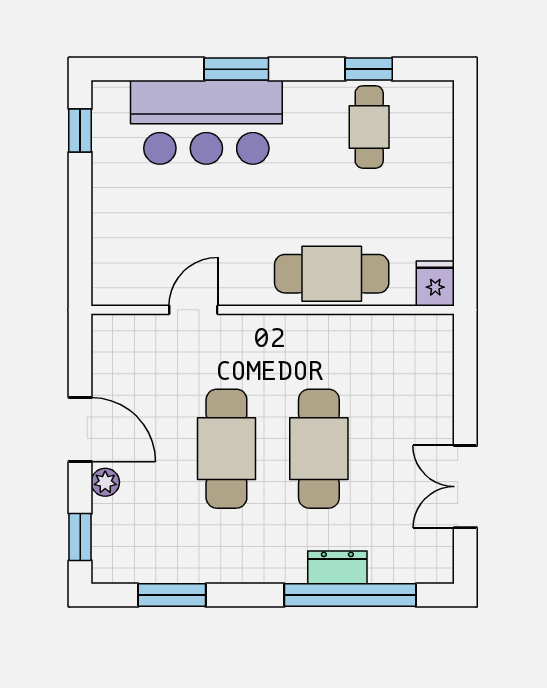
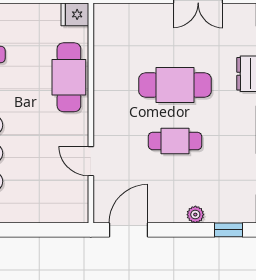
door: (80, 429) -> (129, 230), moved
cafe table: (226, 449) -> (175, 141), width x0.73, depth x0.74

